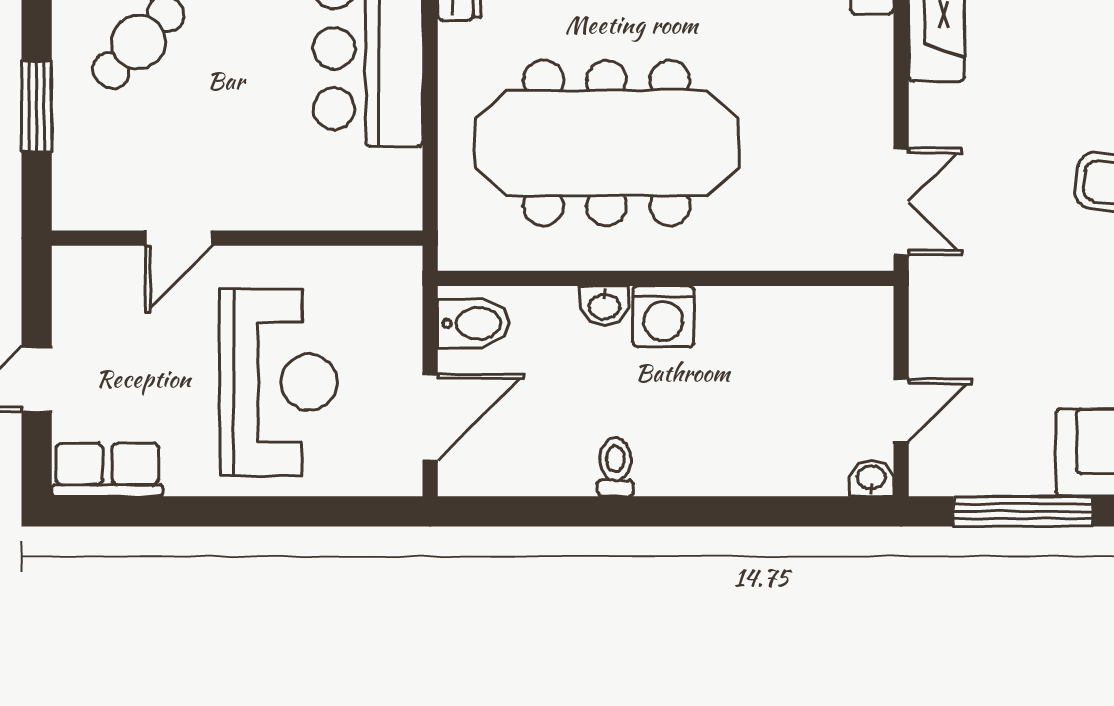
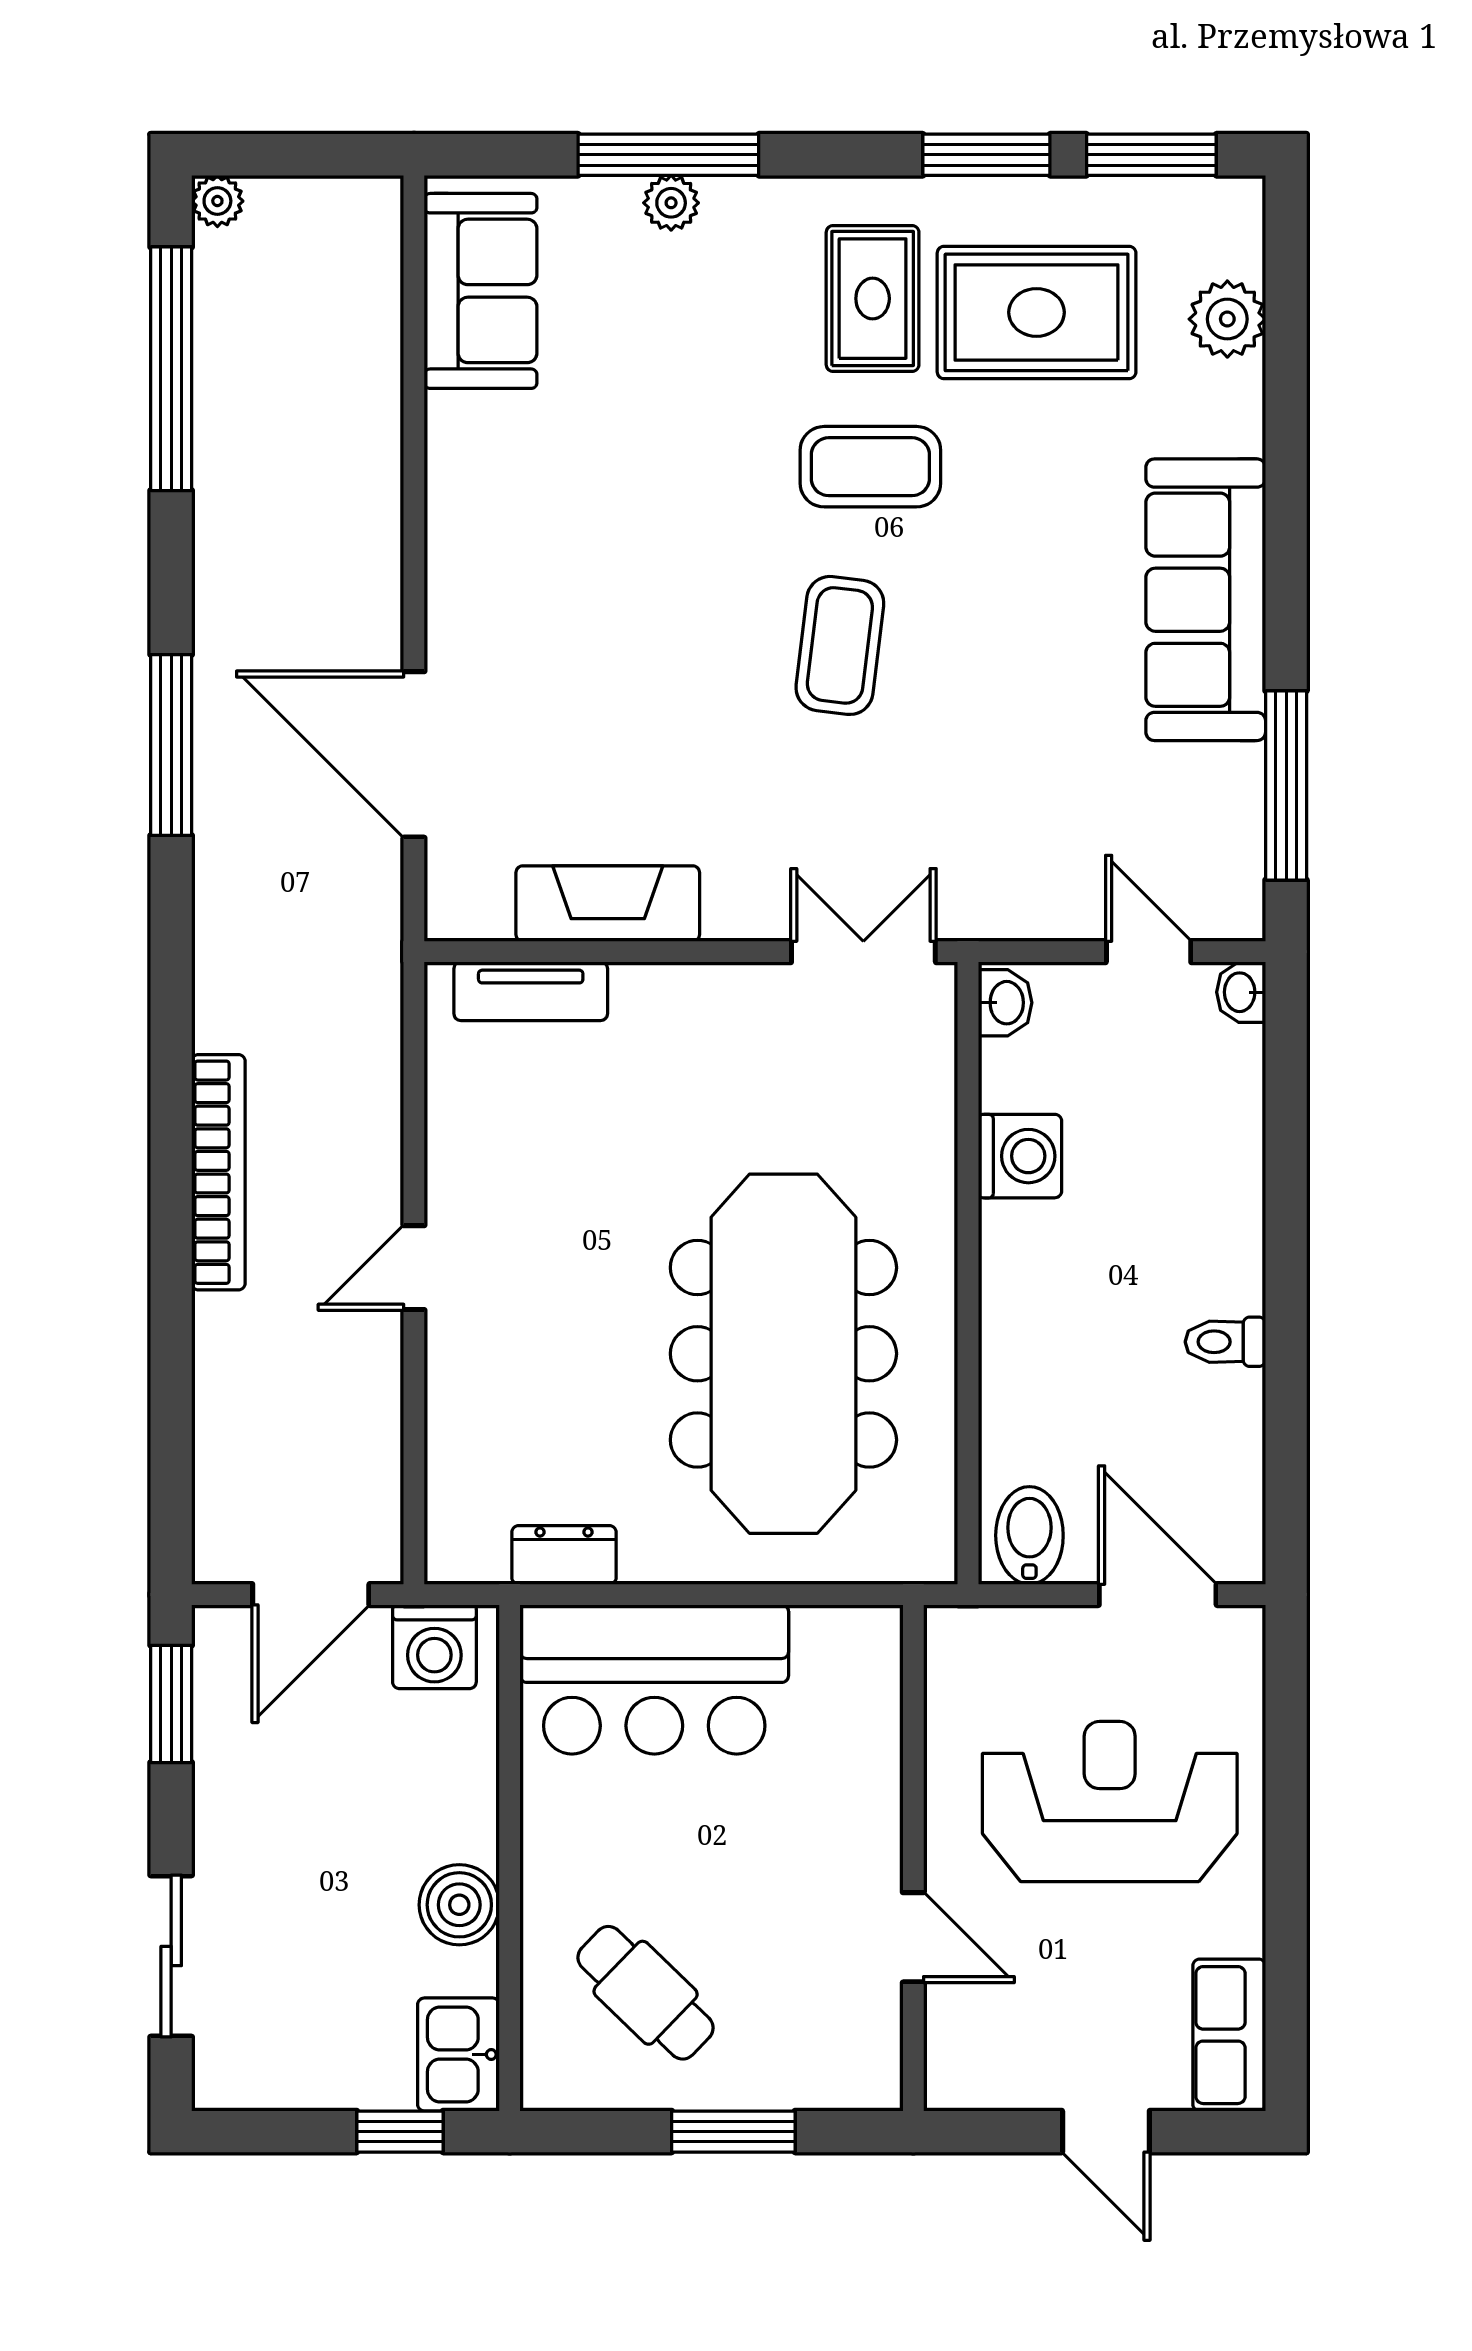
washbasin: (604, 305) -> (1005, 1003), moved
washing machine: (663, 316) -> (1020, 1156), moved

